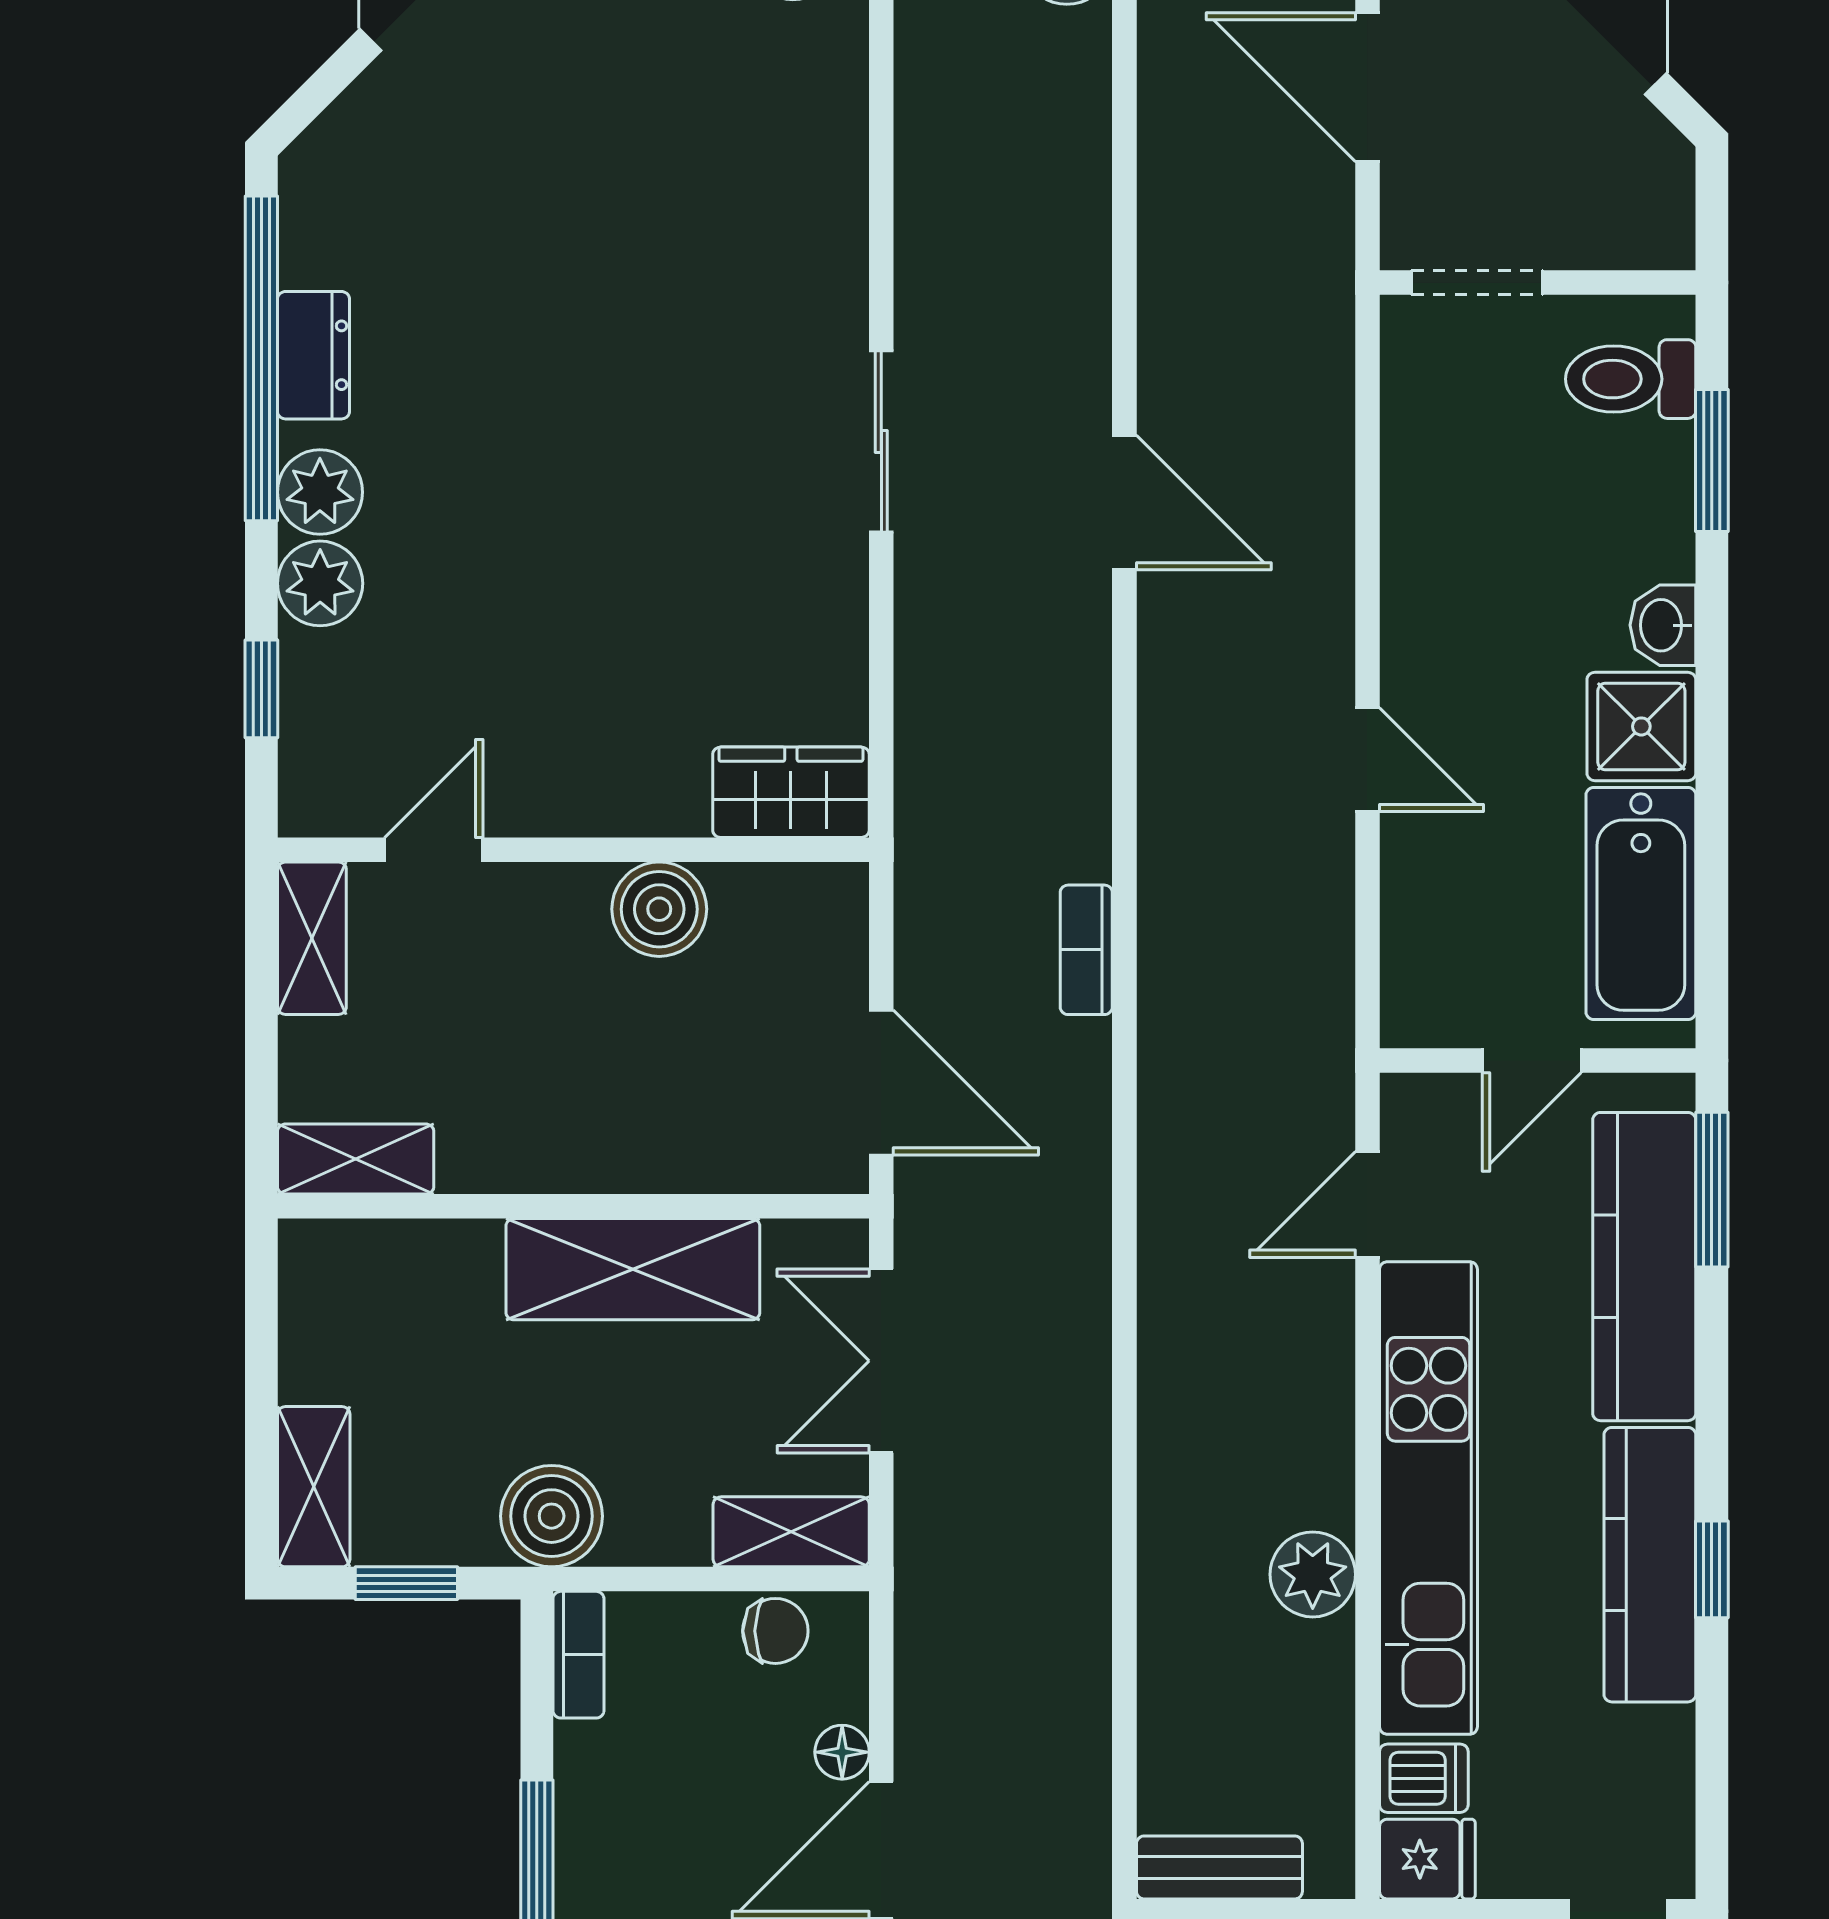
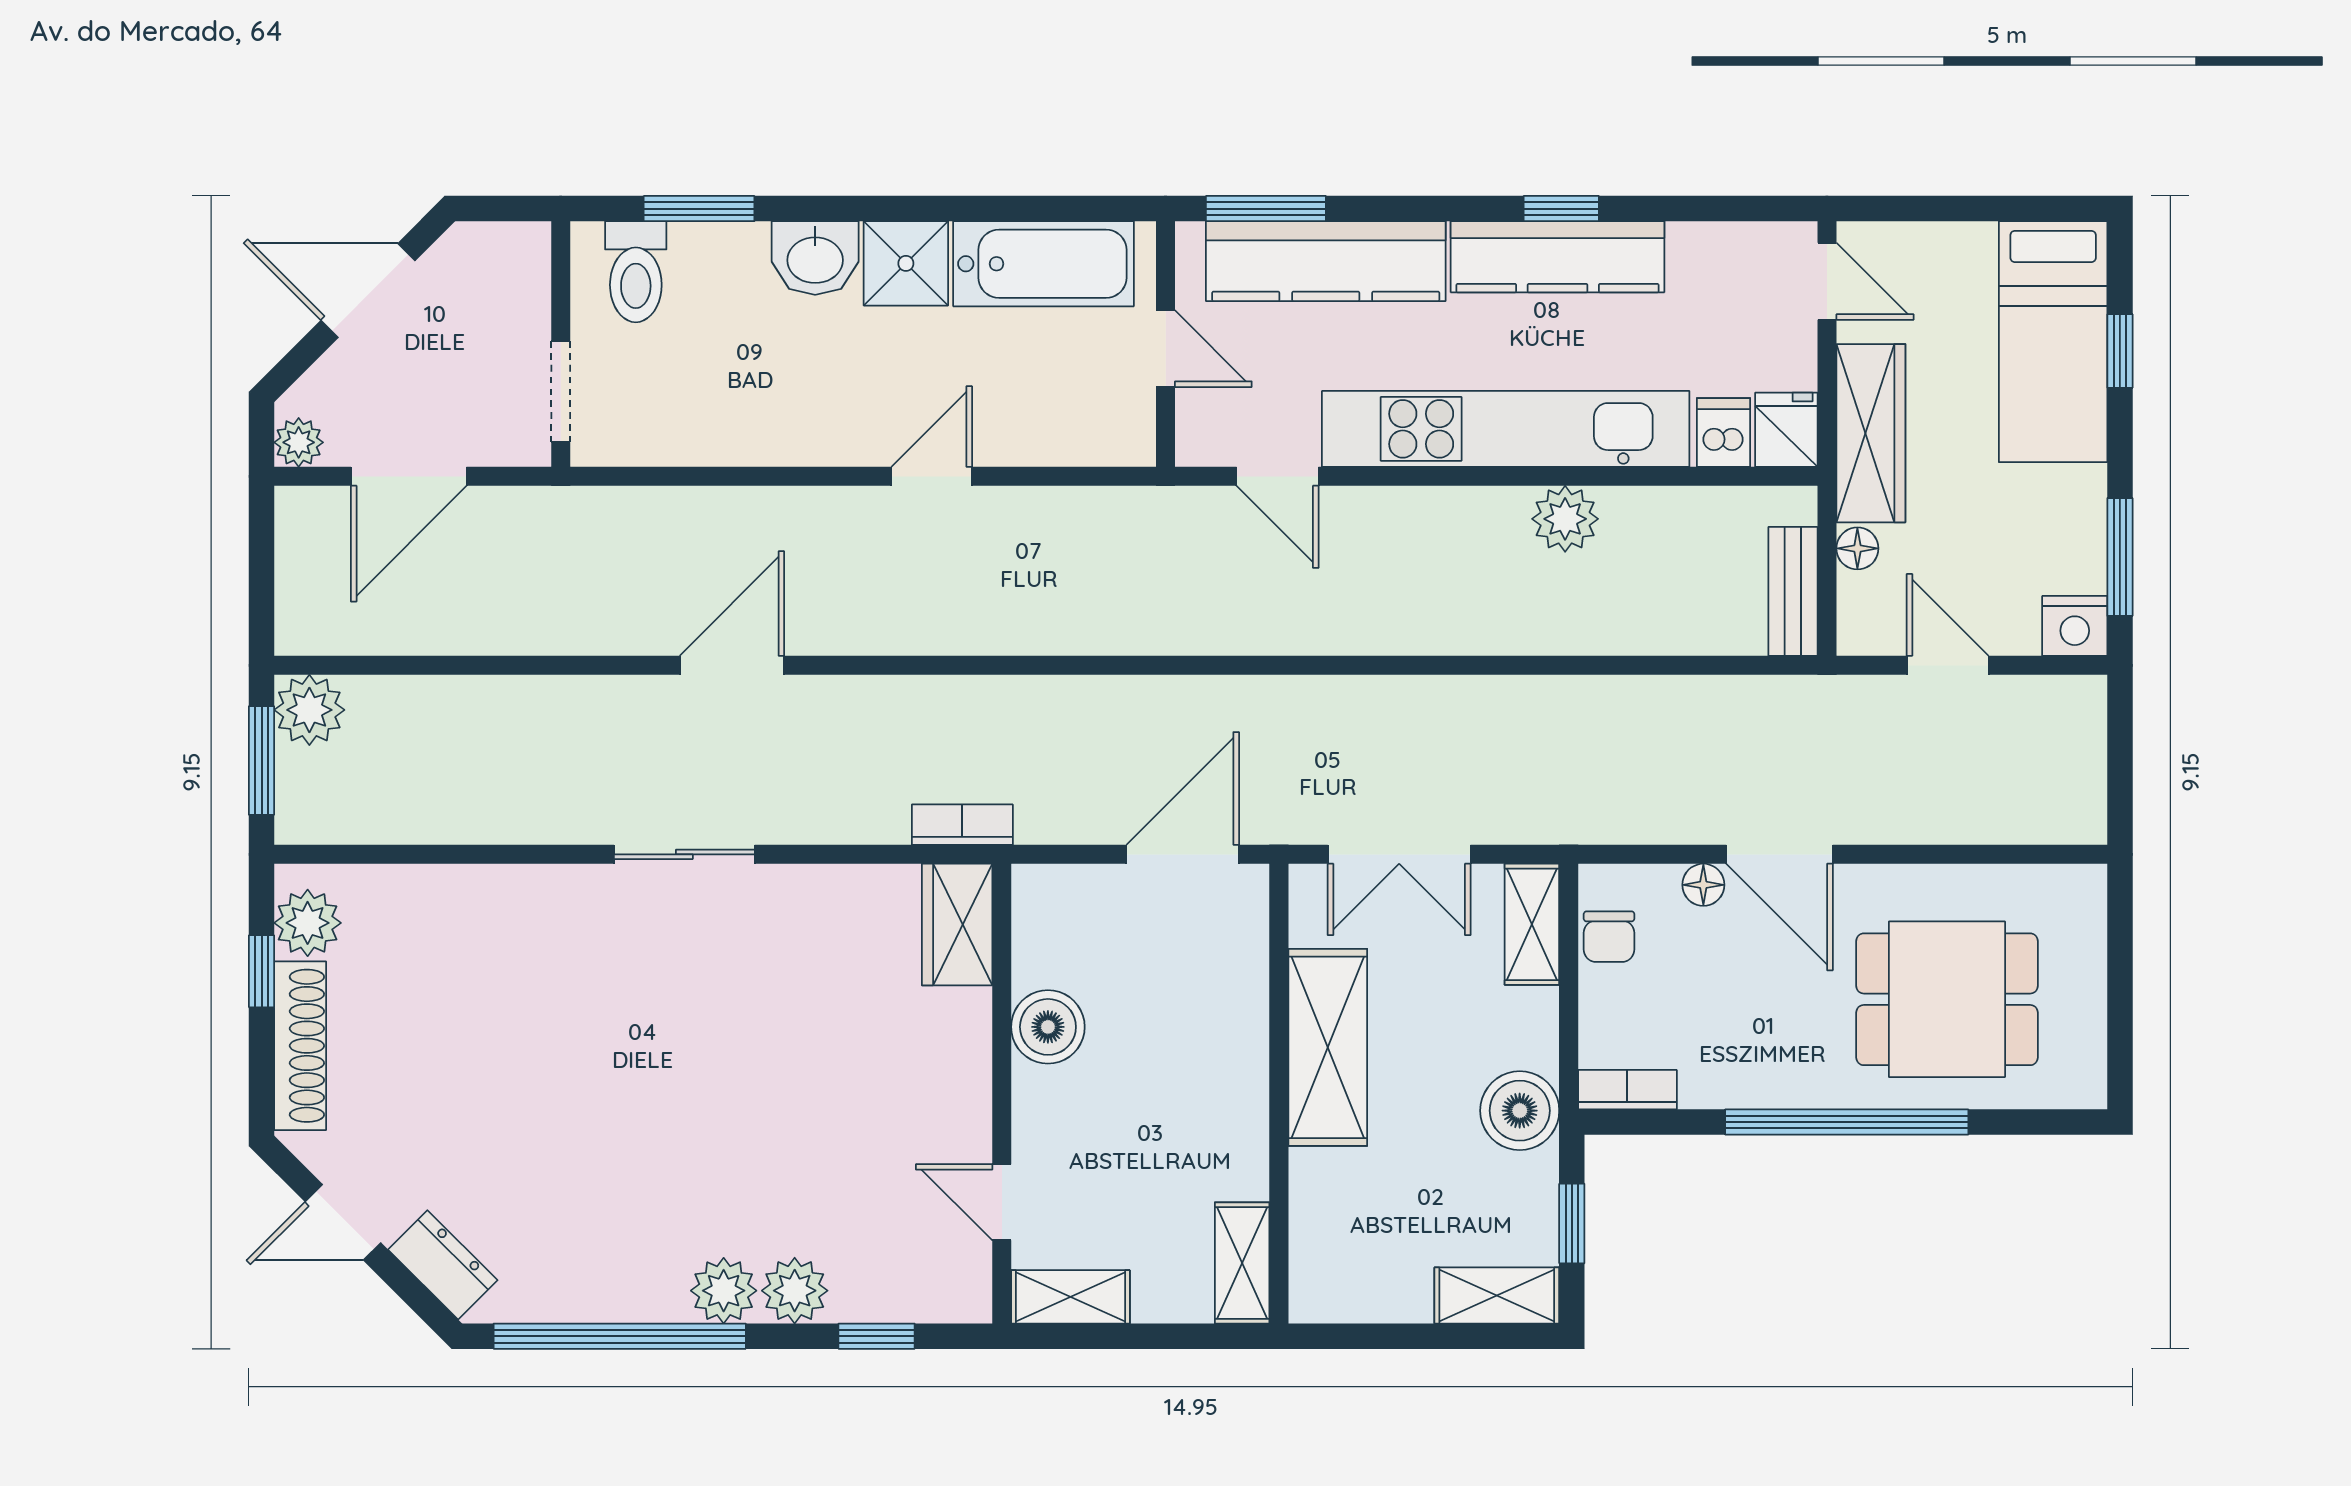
dresser: (313, 355) -> (443, 1265), moved, turned 45
washbasin: (1663, 625) -> (815, 258), width x1.38, depth x1.45
bookcase: (1086, 950) -> (962, 825), moved, turned 180
chair: (775, 1631) -> (1609, 937), turned 180

